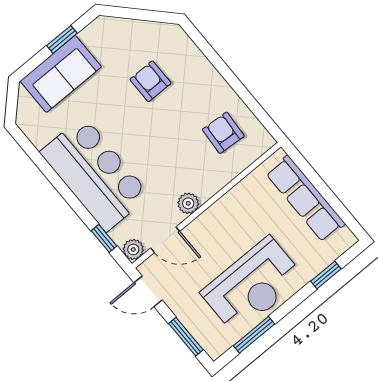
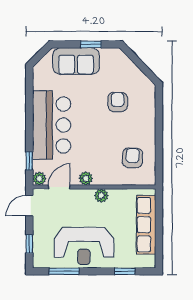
plant: (223, 208) -> (101, 196), added
door: (165, 240) -> (59, 187), swing flipped
door: (148, 291) -> (29, 206), hinge flipped
window: (186, 337) -> (29, 244), width x0.67

